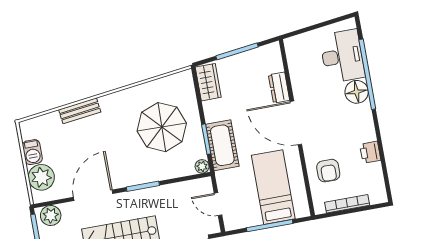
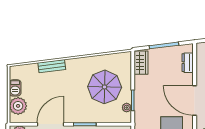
dresser: (279, 88) -> (188, 63), moved
cot: (222, 145) -> (143, 106), removed
plant: (202, 166) -> (127, 108), moved

